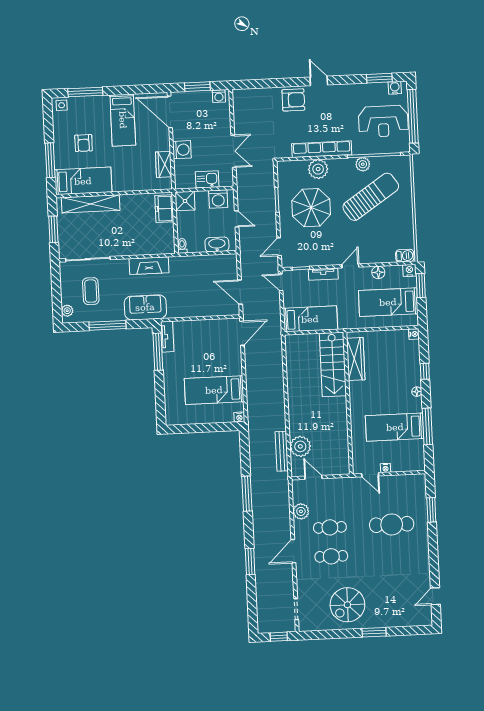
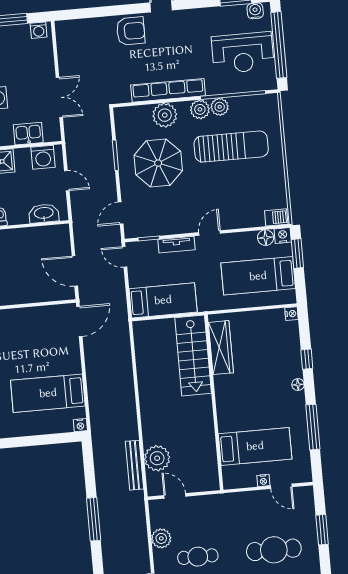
plant: (347, 166) -> (200, 109), added
sun lounger: (371, 197) -> (231, 147), turned 34
floor lamp: (378, 272) -> (266, 238), moved
bed: (395, 427) -> (255, 446), moved, turned 180
door: (370, 475) -> (281, 486), moved

